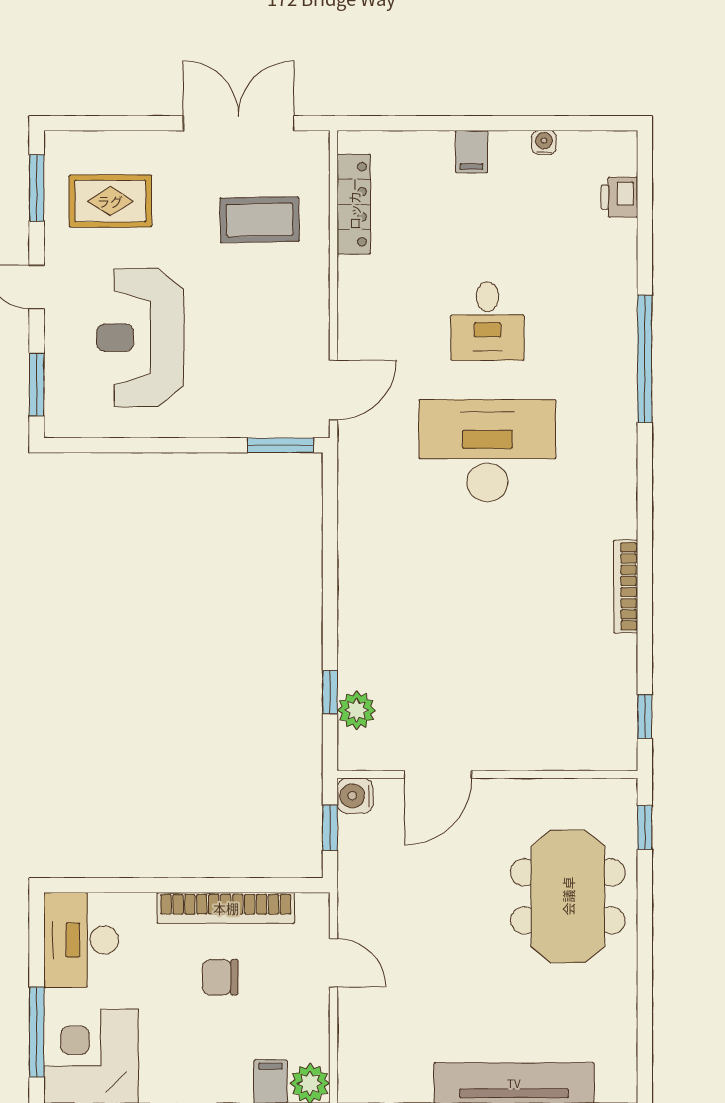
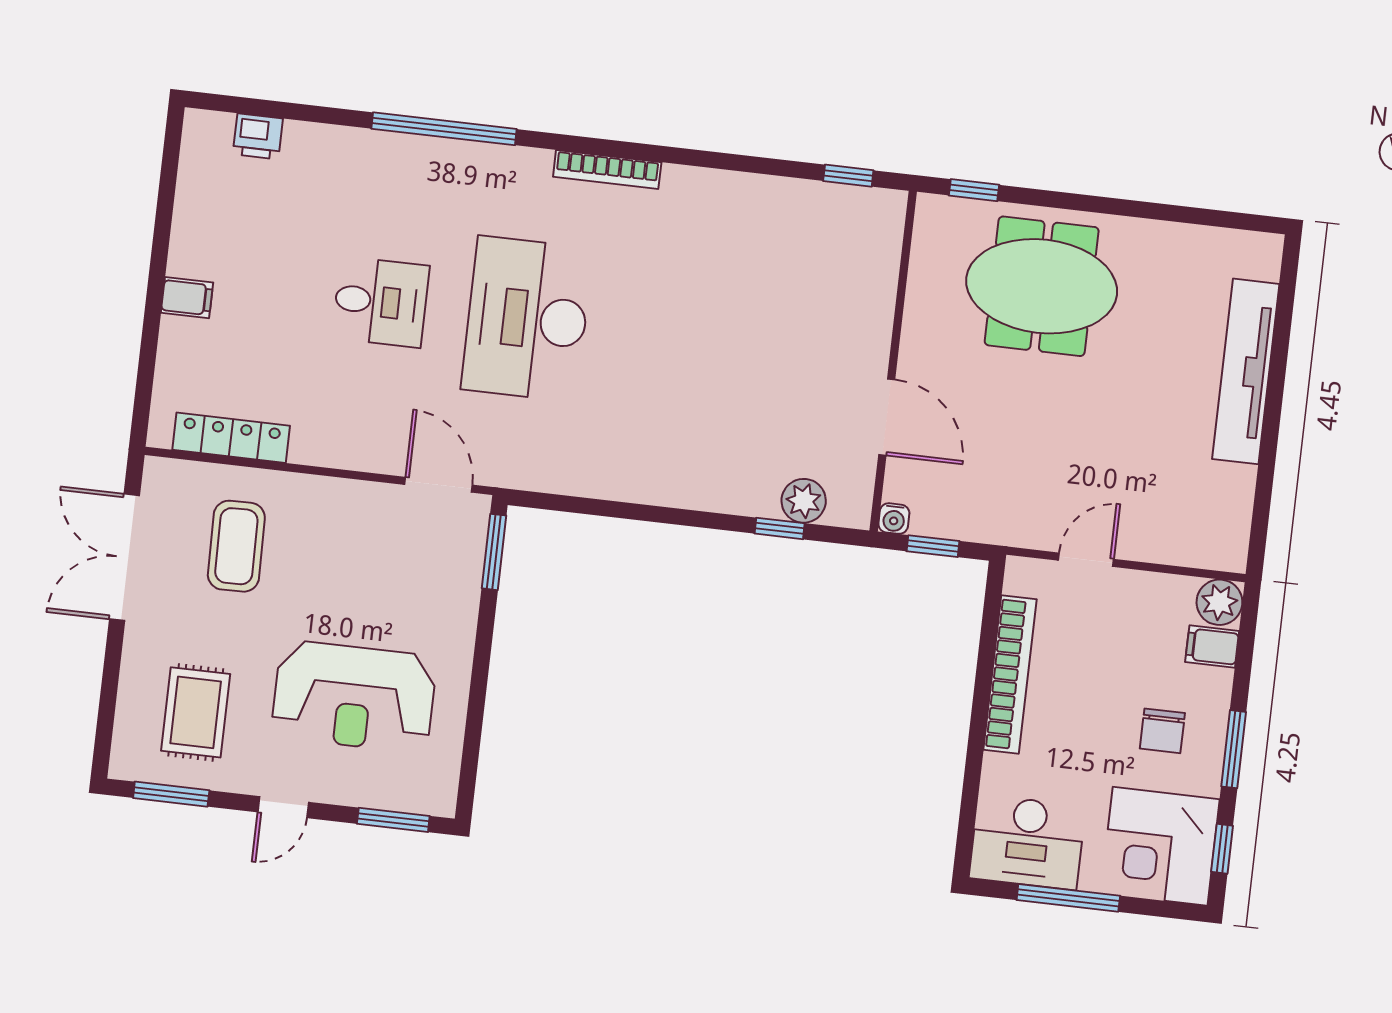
water cooler: (544, 142) -> (186, 215), removed
bookcase: (626, 586) -> (607, 170), moved
water cooler: (355, 796) -> (894, 519), width x0.72, depth x0.72
chair: (220, 977) -> (1162, 731), moved
window: (37, 1032) -> (1068, 898), moved

